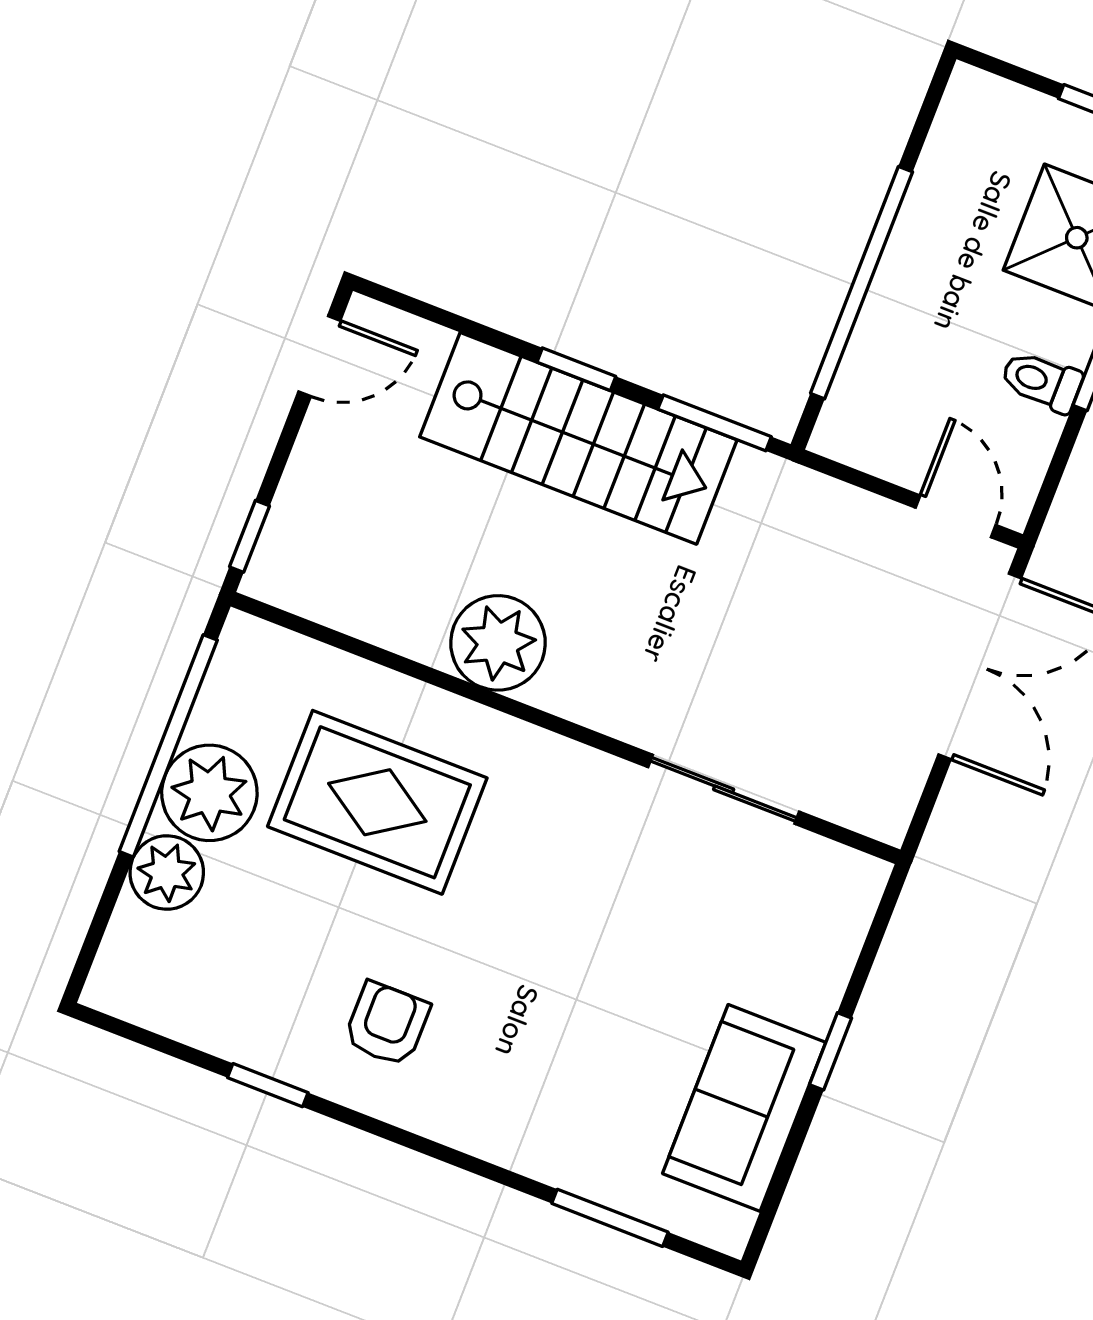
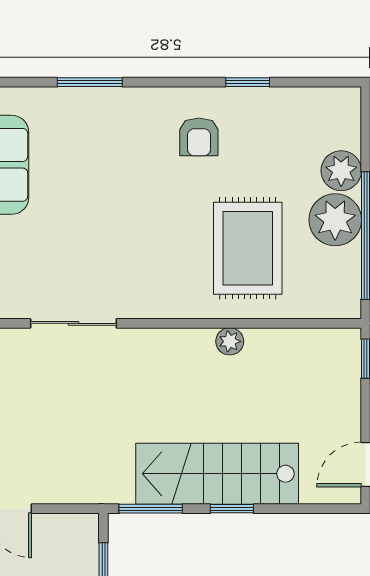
plant: (498, 643) -> (230, 341), width x0.53, depth x0.53
rug: (377, 802) -> (248, 248), turned 90
window: (610, 1218) -> (90, 82), moved

